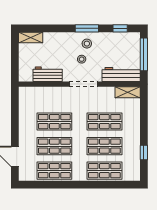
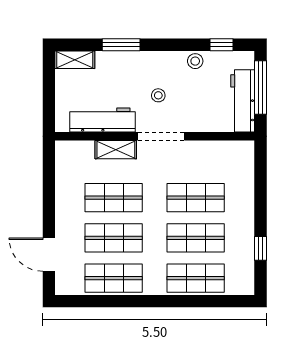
window: (87, 28) -> (121, 45), moved
stool: (87, 44) -> (195, 61), moved
workbench: (48, 74) -> (103, 120), width x1.38
workbench: (121, 75) -> (243, 101), moved, turned -90
shelving: (128, 92) -> (116, 150), moved

